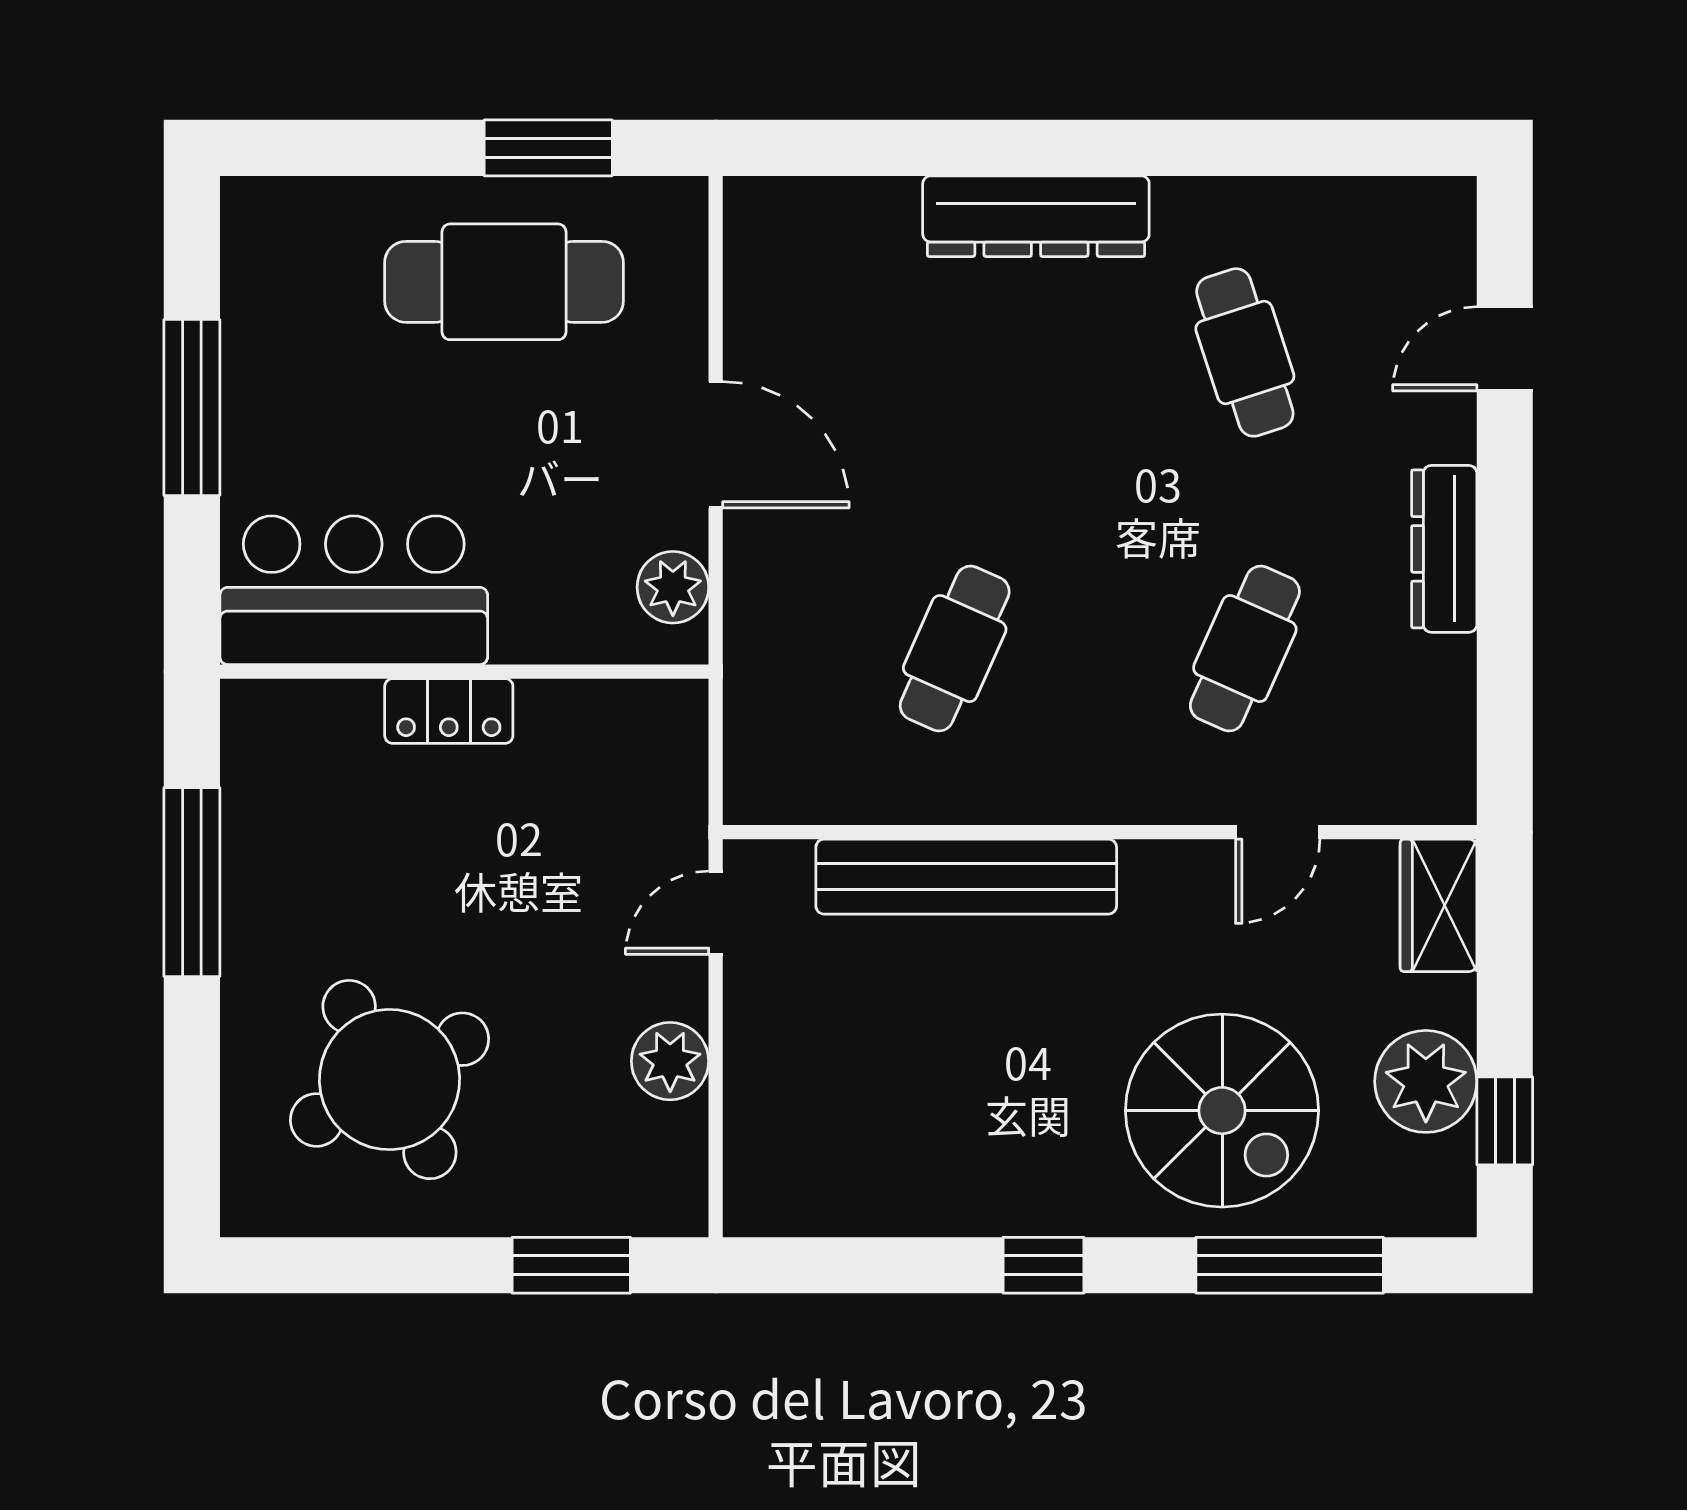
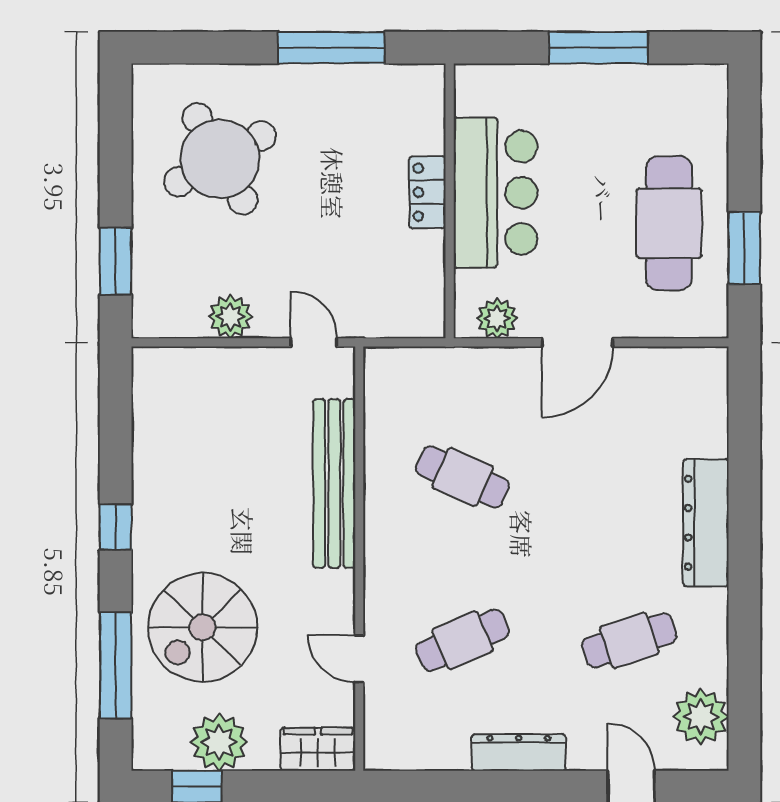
plant: (1381, 225) -> (701, 717), added
bar counter: (354, 590) -> (495, 193), moved
cafe table: (1245, 649) -> (463, 640), turned -48

